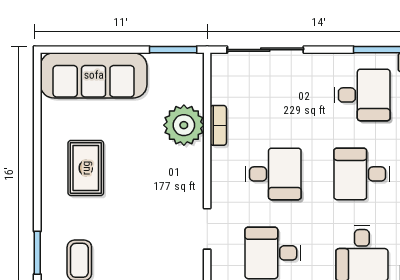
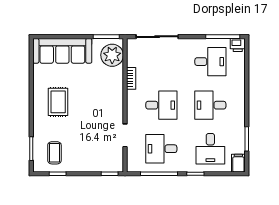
plant: (184, 125) -> (112, 55), moved

